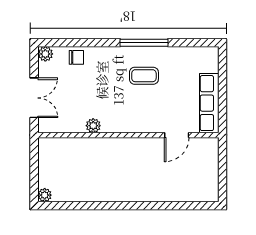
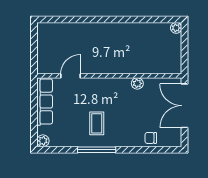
plant: (45, 54) -> (43, 141), moved
coffee table: (144, 76) -> (97, 123), turned 90
double door: (34, 98) -> (185, 106), width x1.37

